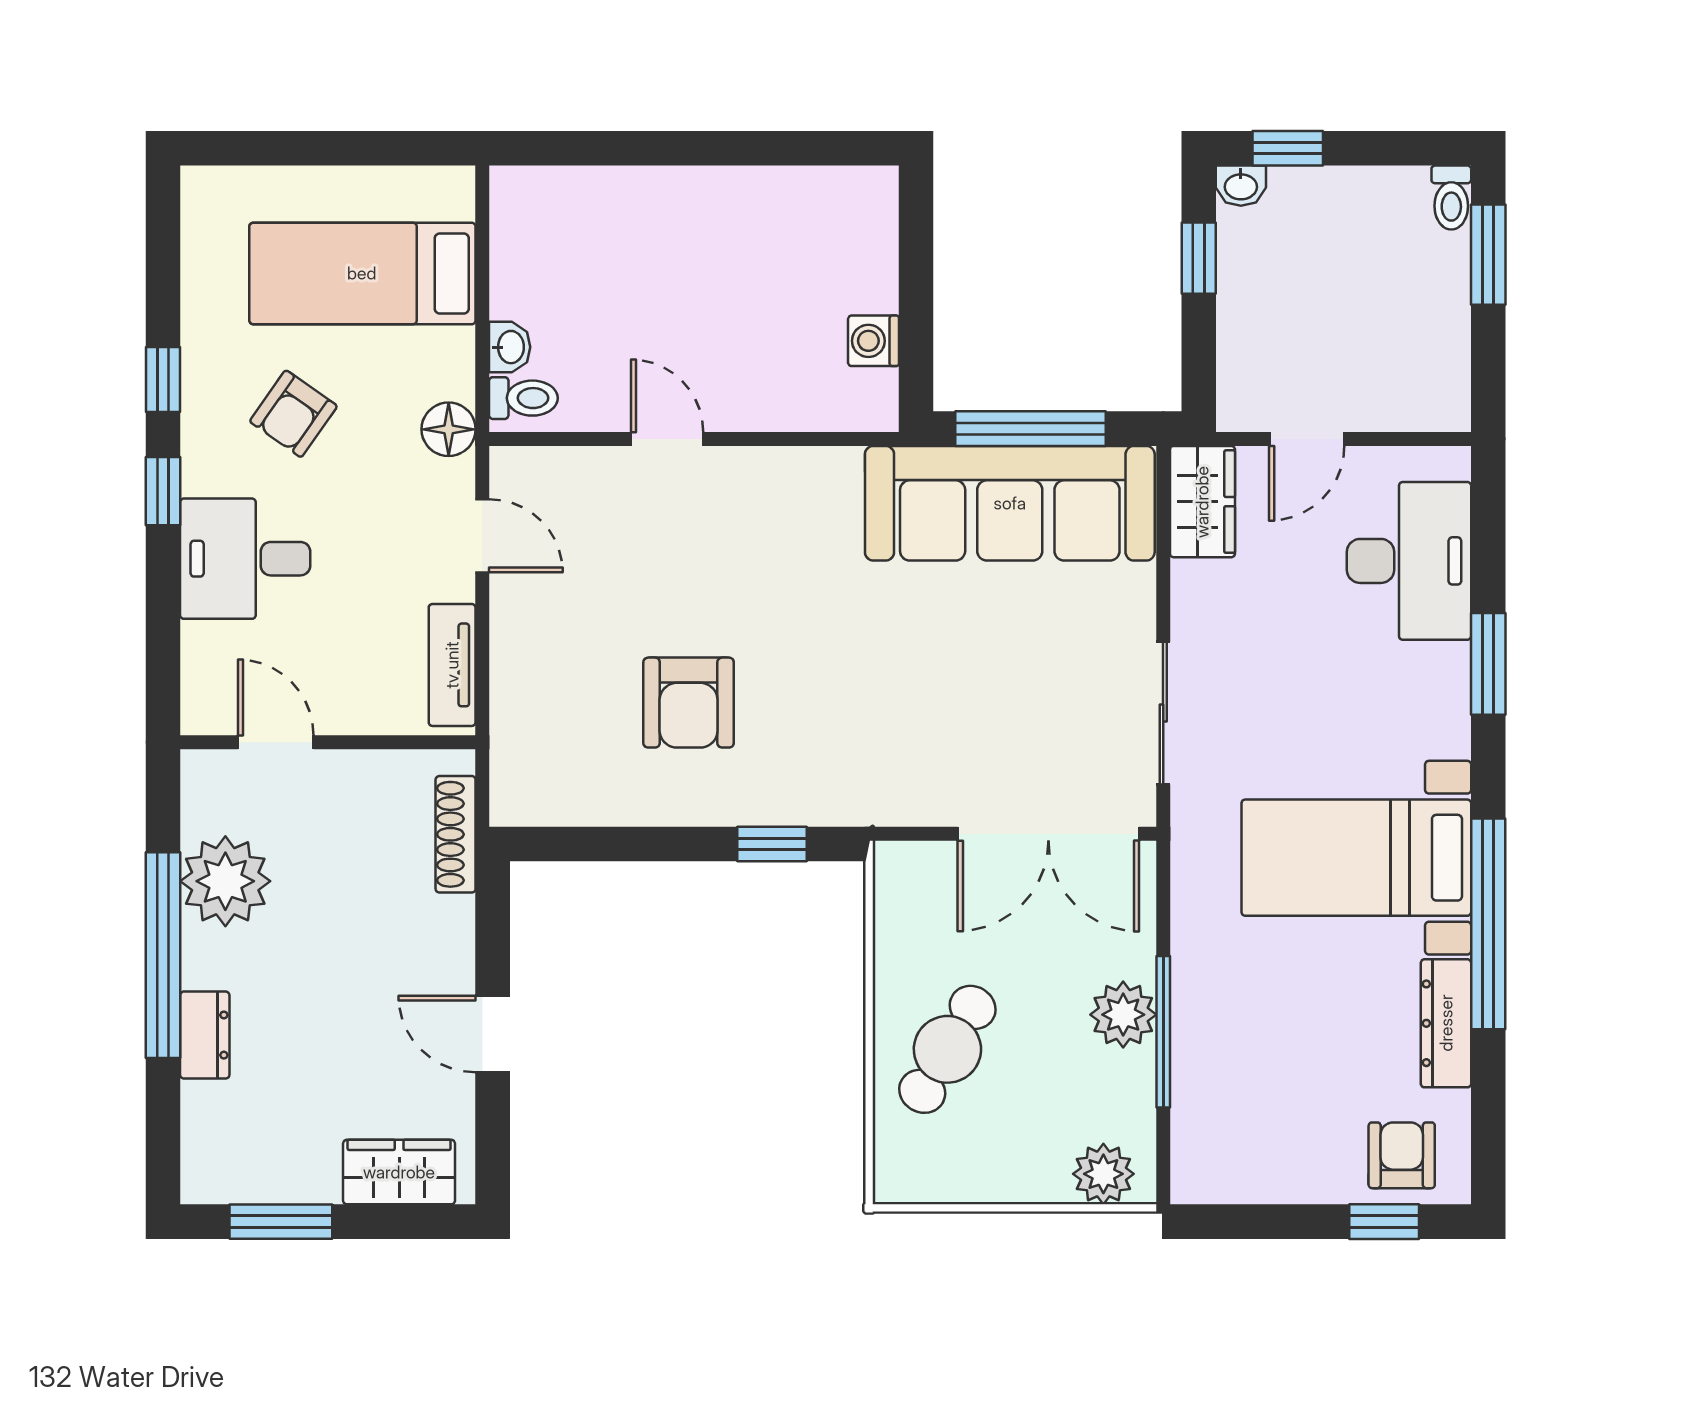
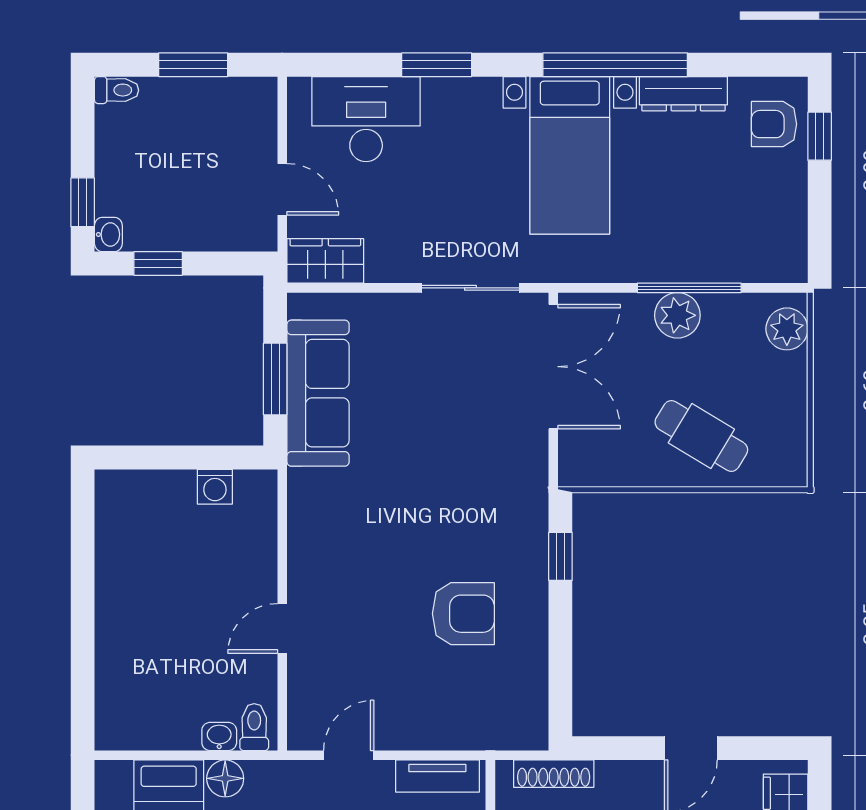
window: (1488, 255) -> (193, 65), moved
floor lamp: (449, 429) -> (225, 778), moved
window: (1030, 429) -> (275, 379), width x0.69
sofa: (1010, 503) -> (318, 393), width x0.74, depth x0.79

